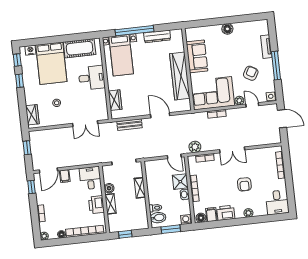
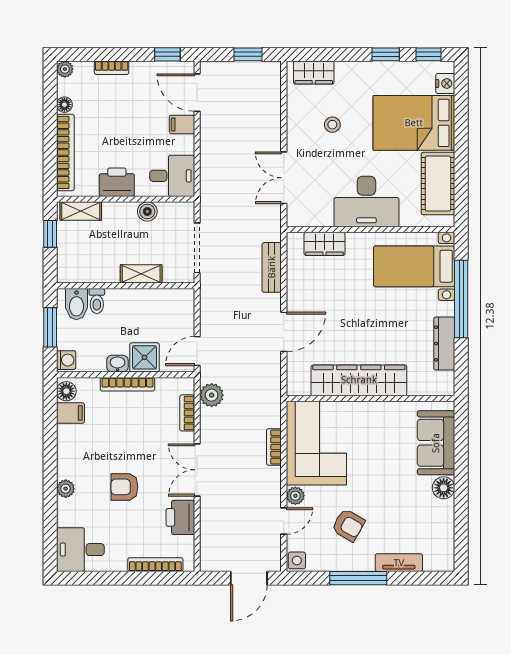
sofa: (197, 56) -> (436, 443), moved, turned 90
desk: (92, 78) -> (366, 201), width x1.37
shelving: (111, 204) -> (81, 211), moved
printer: (226, 213) -> (180, 517), moved, turned 180

